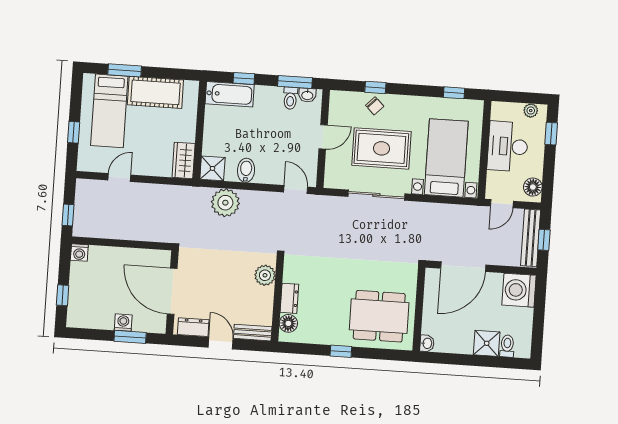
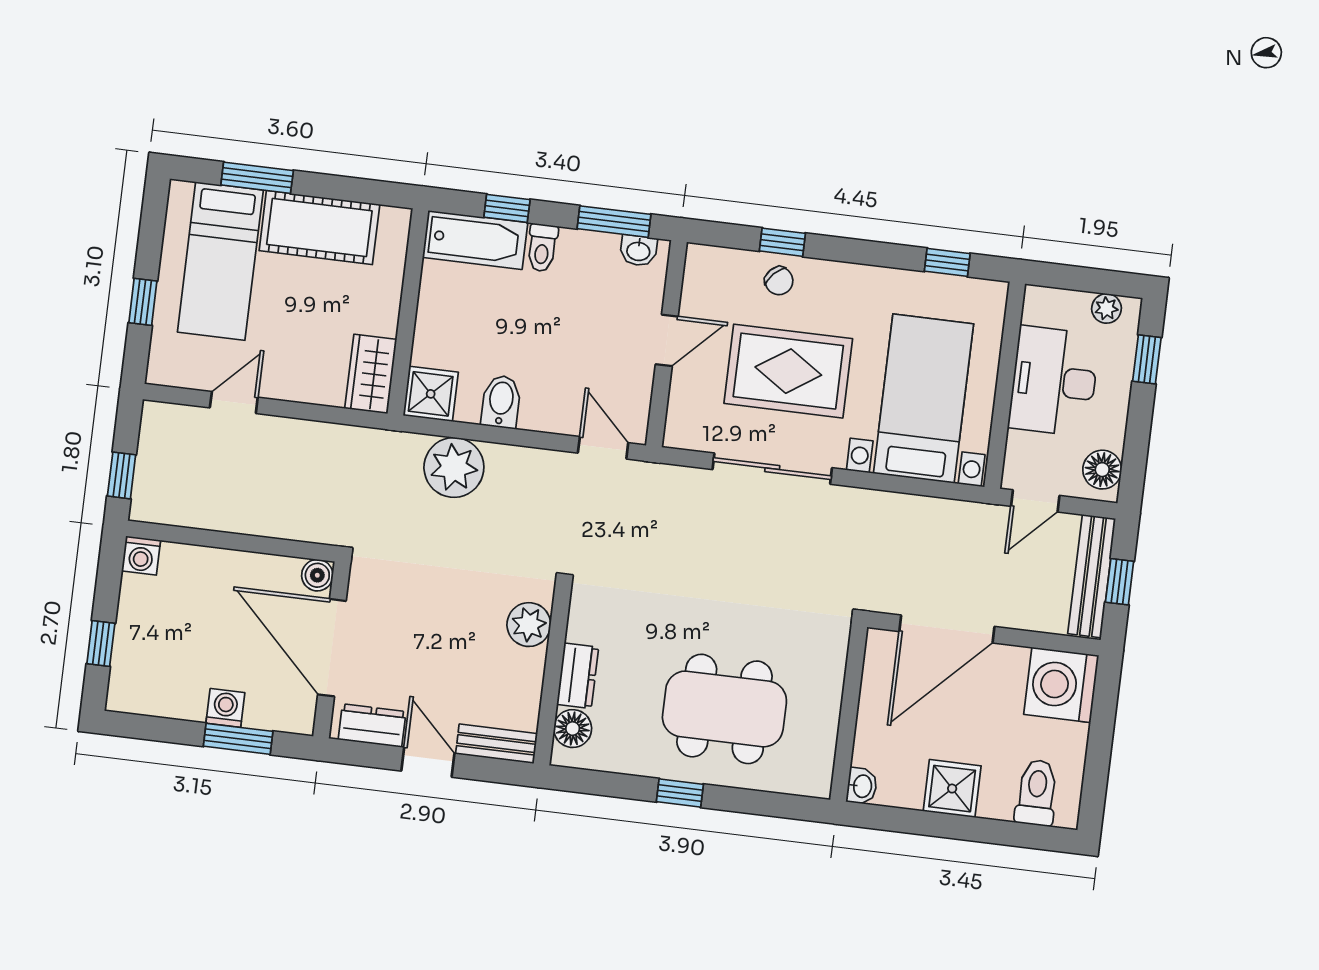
toilet: (290, 98) -> (542, 248), moved
boiler: (163, 257) -> (317, 575), added
dining table: (379, 316) -> (724, 709), moved
shower: (487, 343) -> (952, 789), moved
toilet: (507, 346) -> (1037, 793), width x1.37, depth x1.39

